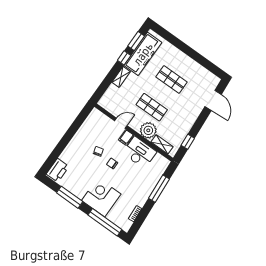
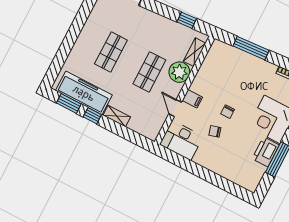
desk: (140, 152) -> (181, 140), moved, turned -90
printer: (58, 170) -> (266, 152), moved, turned -90

